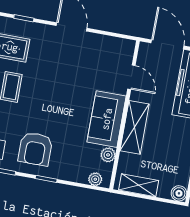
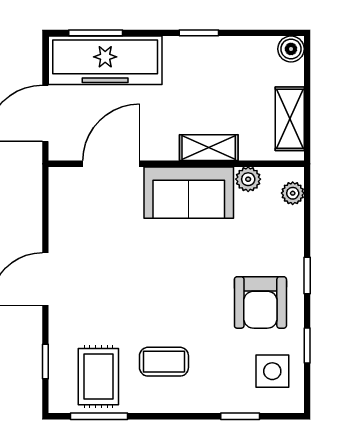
door: (131, 77) -> (111, 164), width x1.38
shelving: (135, 127) -> (209, 148), width x0.67, depth x0.75
armchair: (35, 149) -> (260, 302), turned 90

